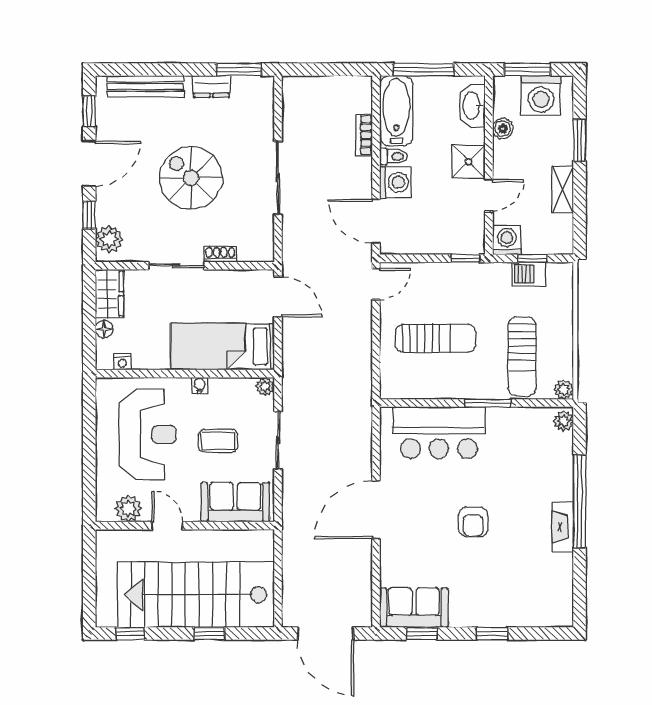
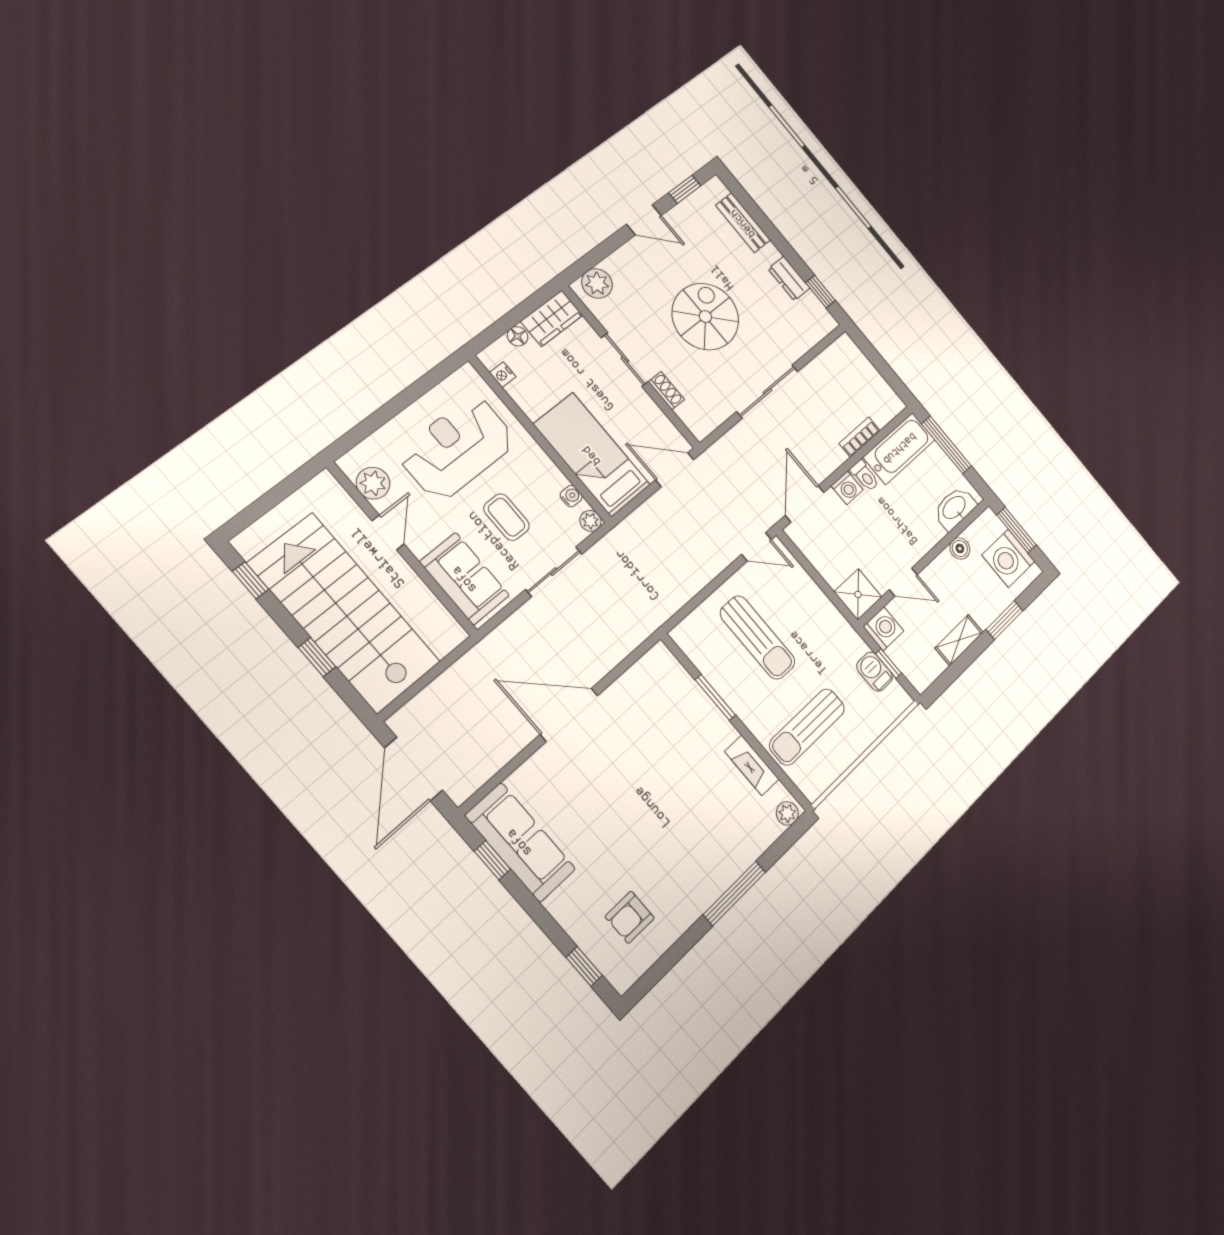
window: (239, 70) -> (820, 292), width x0.67
bench: (145, 86) -> (743, 223), width x0.73
shower: (469, 162) -> (858, 594), moved
door: (89, 164) -> (644, 220), width x0.73
washing machine: (395, 182) -> (847, 488), width x0.73, depth x0.73
window: (89, 215) -> (602, 251), removed
window: (466, 258) -> (841, 606), removed
door: (278, 297) -> (675, 470), swing flipped
water cooler: (200, 385) -> (571, 496), moved
plant: (564, 390) -> (812, 789), removed
window: (488, 403) -> (715, 697), moved
bar counter: (439, 433) -> (684, 712), removed
reception desk: (147, 434) -> (457, 448), turned 180
window: (580, 501) -> (734, 893), width x0.68
armchair: (473, 522) -> (630, 917), moved
fireplace: (563, 527) -> (752, 765), moved, turned -90
sofa: (414, 608) -> (520, 842), width x1.36
window: (492, 634) -> (584, 966), moved

